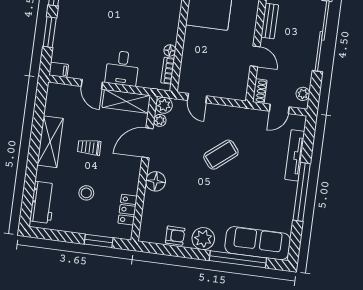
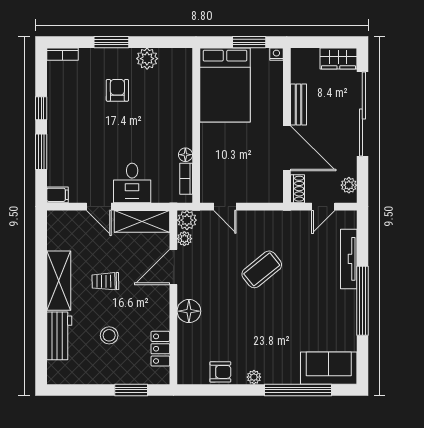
door: (255, 56) -> (287, 148), width x1.88
workbench: (43, 202) -> (59, 336), moved
plant: (203, 239) -> (254, 377), width x0.53, depth x0.53
sofa: (258, 243) -> (329, 368), width x0.73

